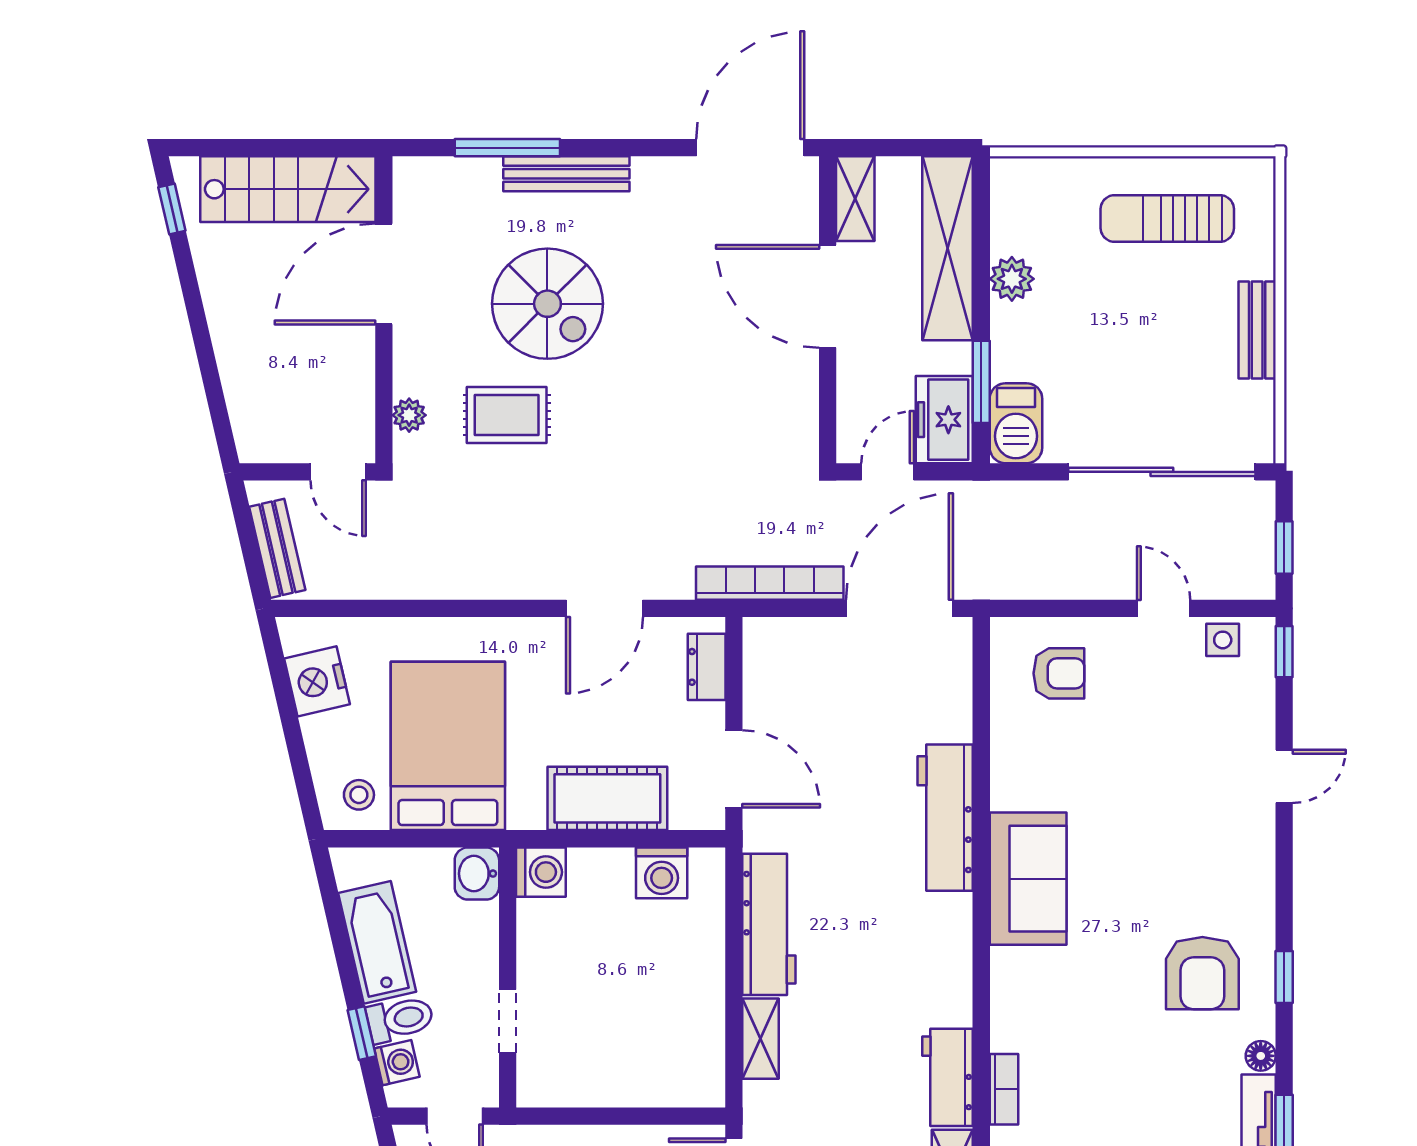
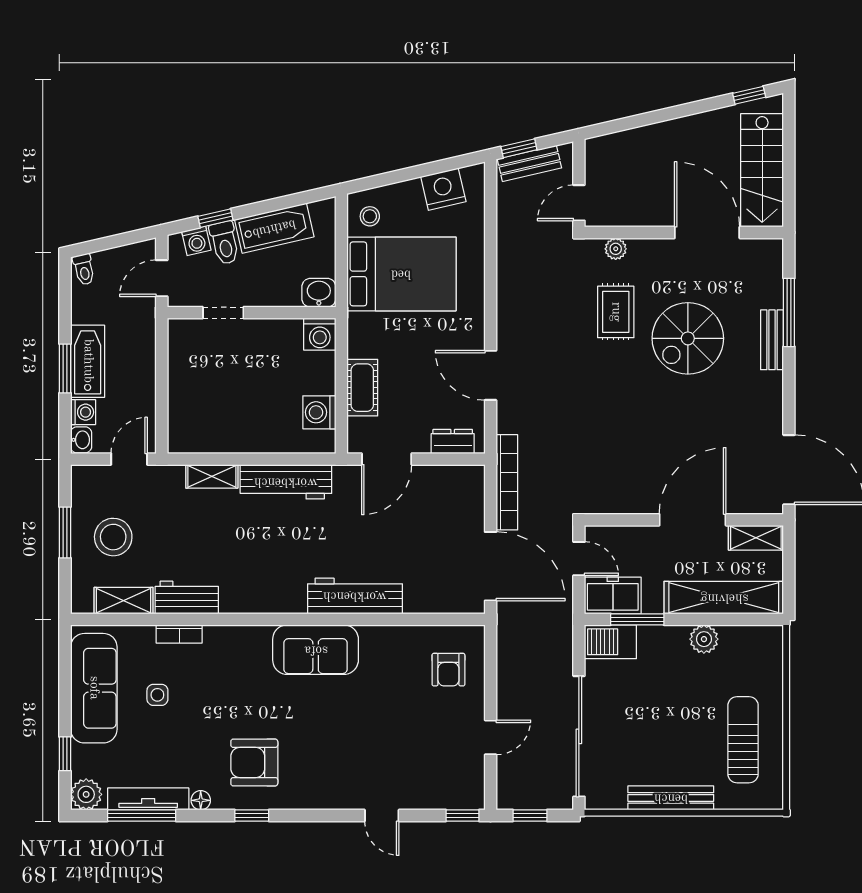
bench: (566, 174) -> (772, 340), width x0.73
bench: (1257, 330) -> (671, 798), width x1.36
window: (254, 565) -> (519, 148), added
side table: (1223, 640) -> (157, 695), moved
cot: (607, 798) -> (362, 388), width x0.73, depth x0.75

